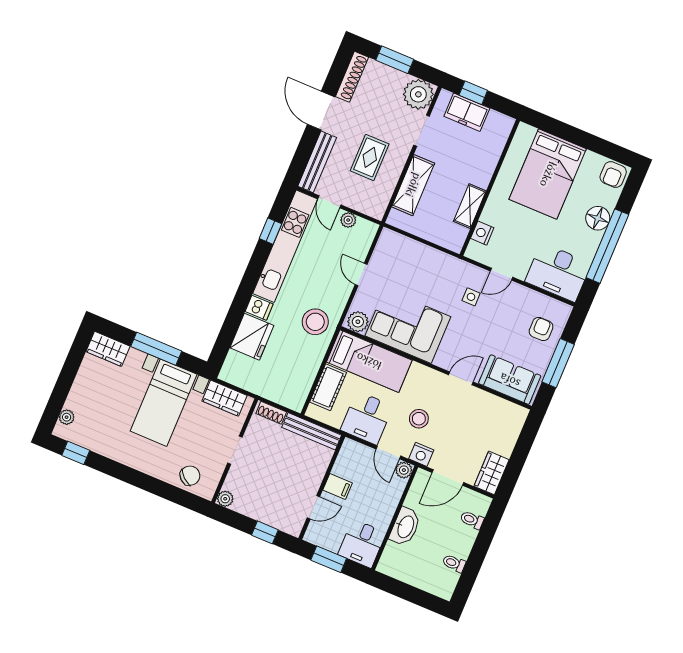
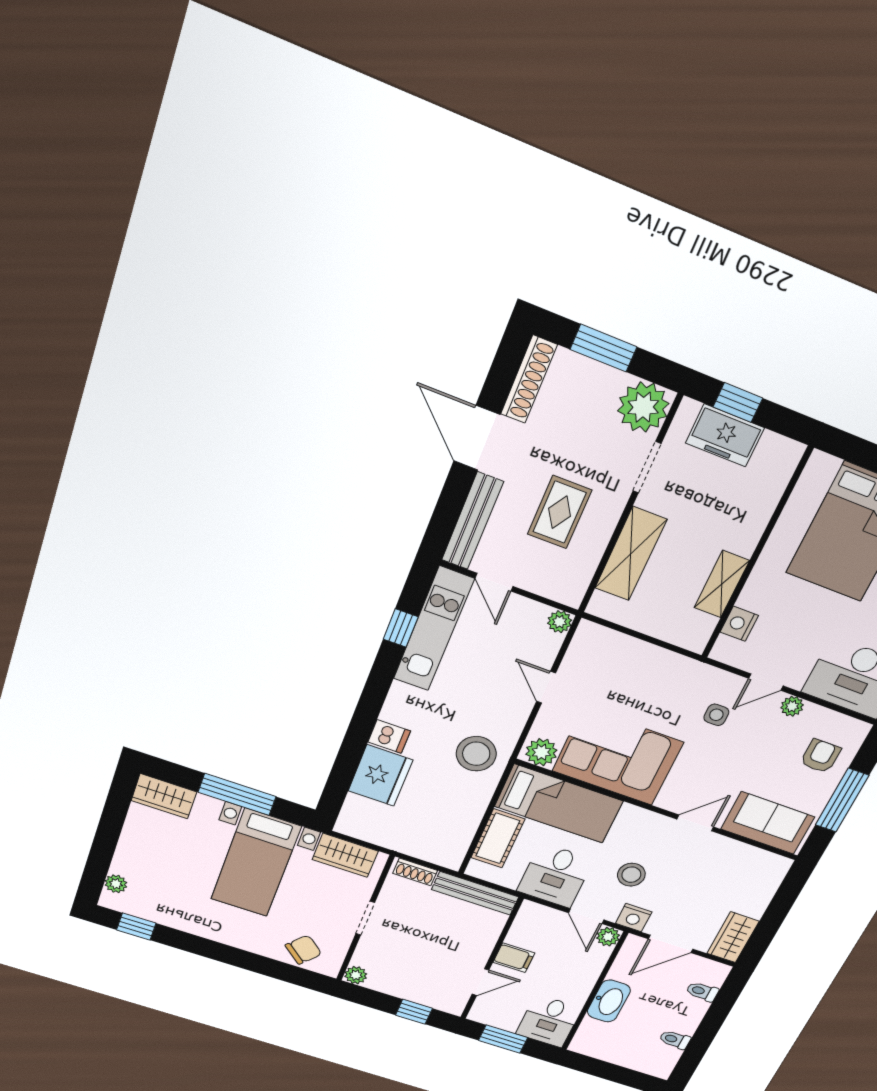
plant: (348, 220) -> (560, 622), moved
kitchen unit: (285, 246) -> (434, 629), width x0.73
plant: (520, 292) -> (792, 706), added

